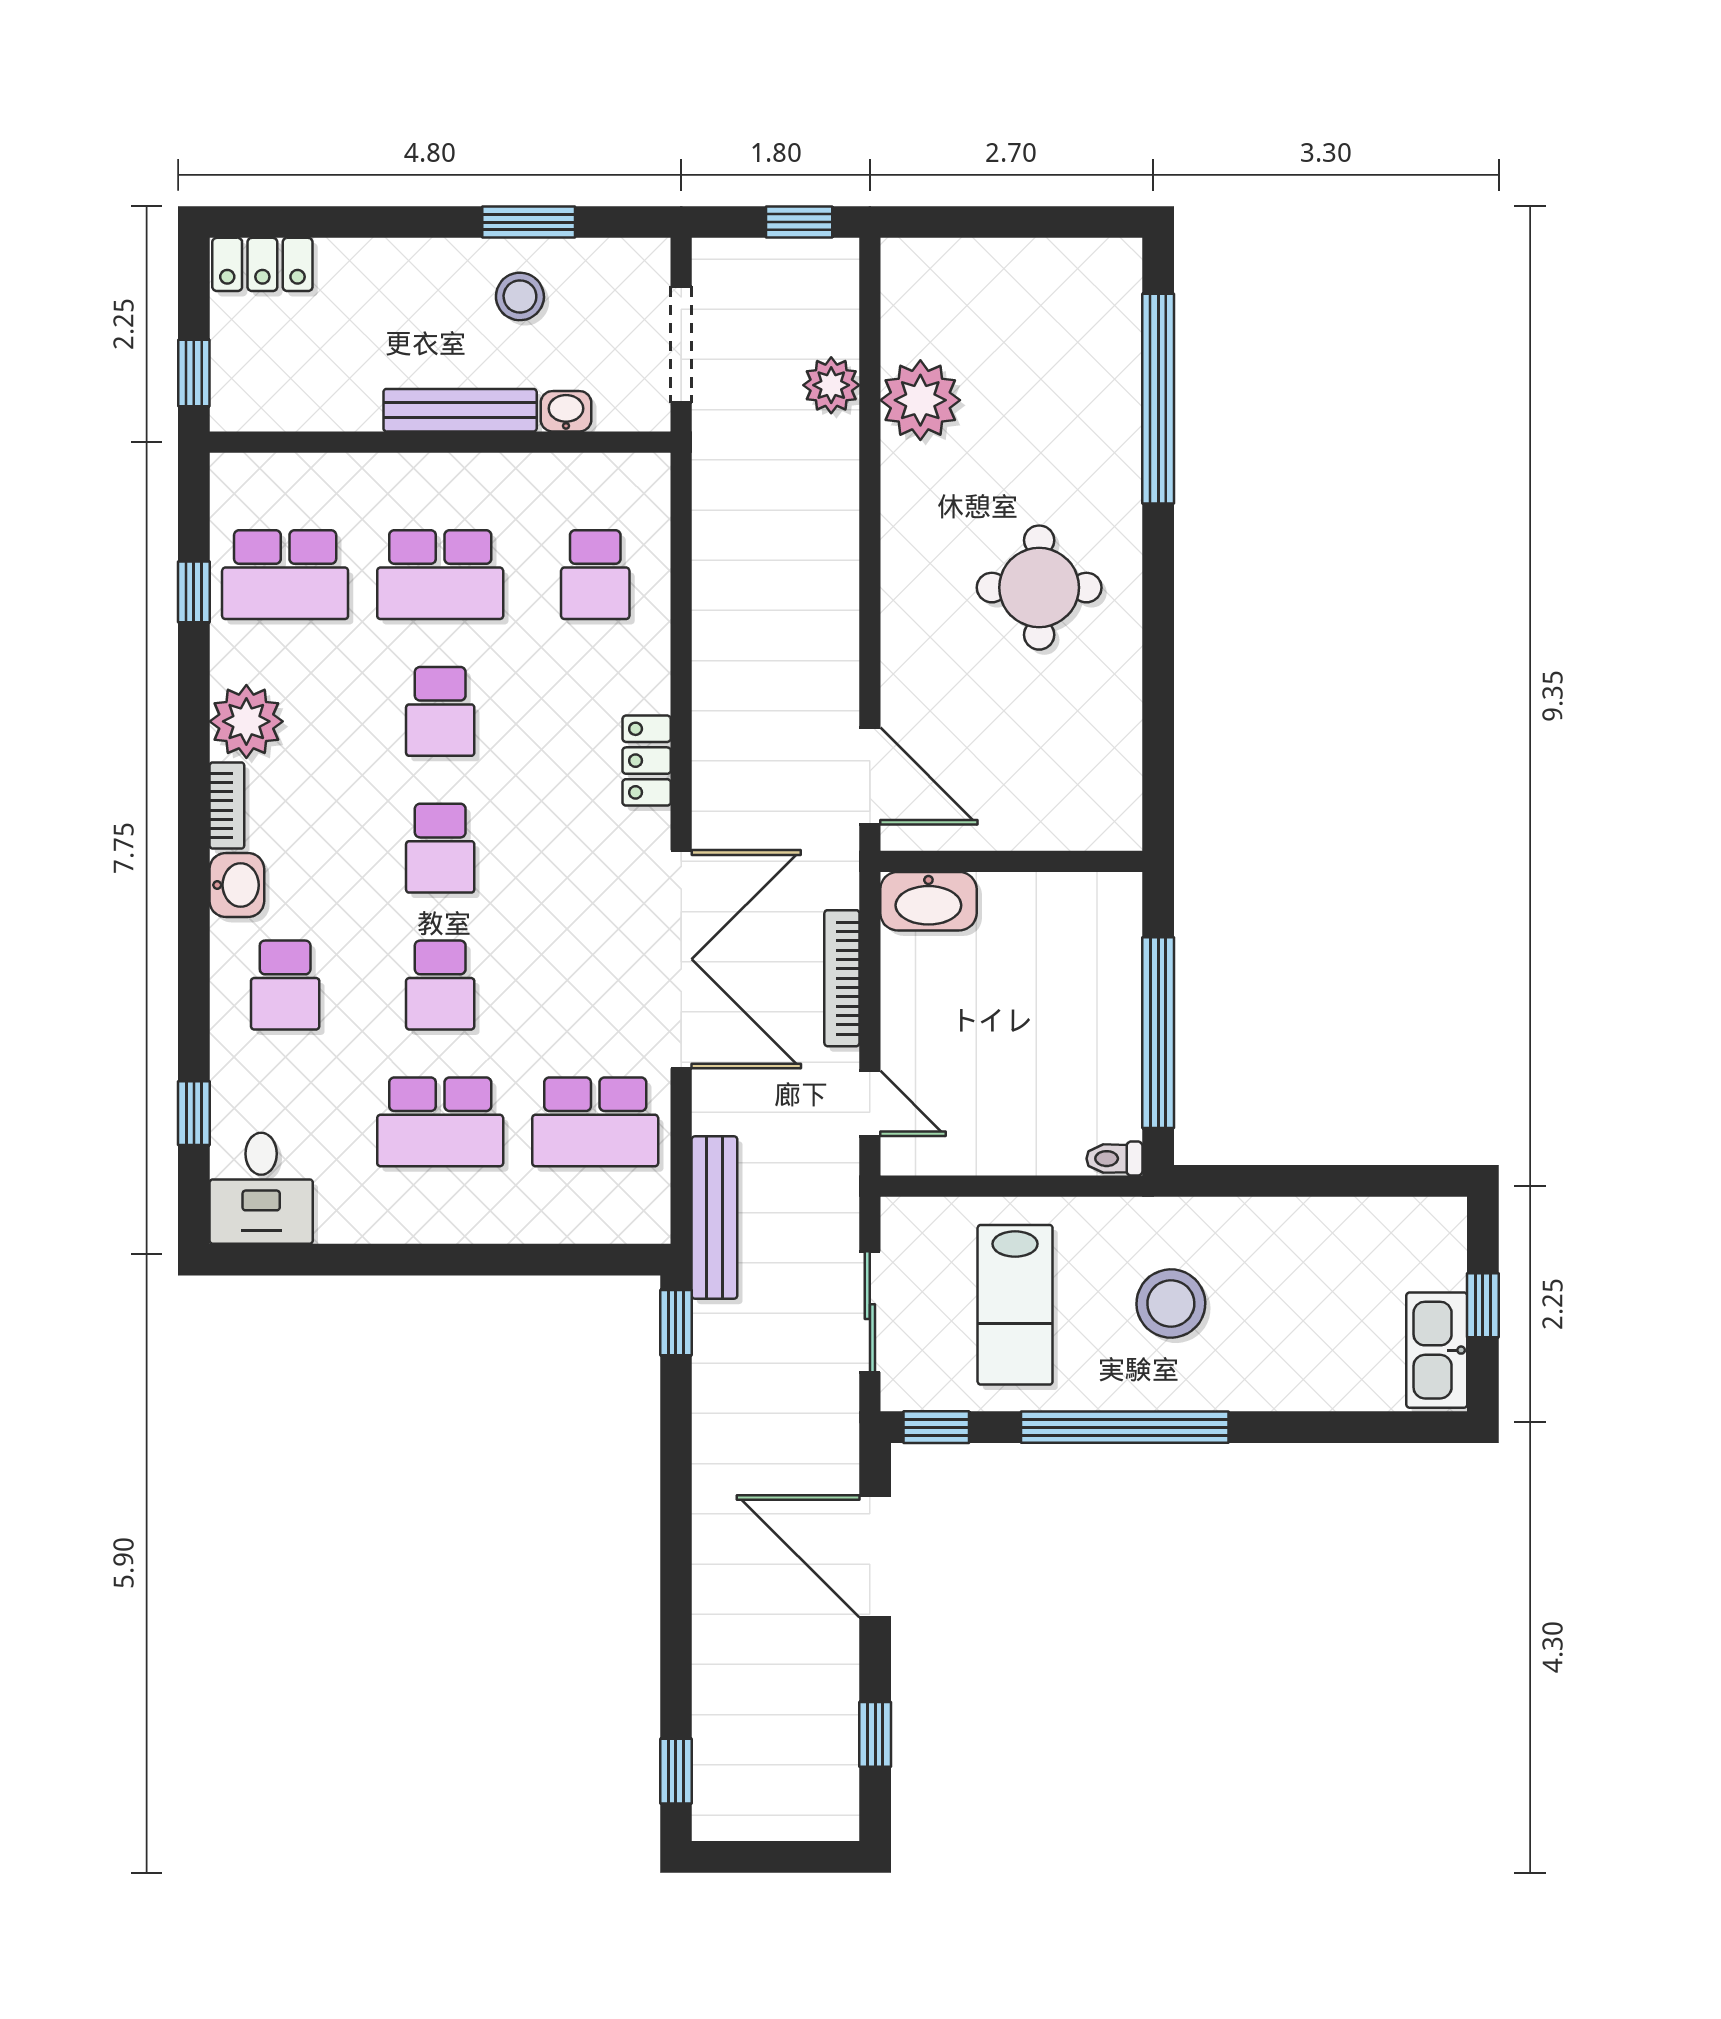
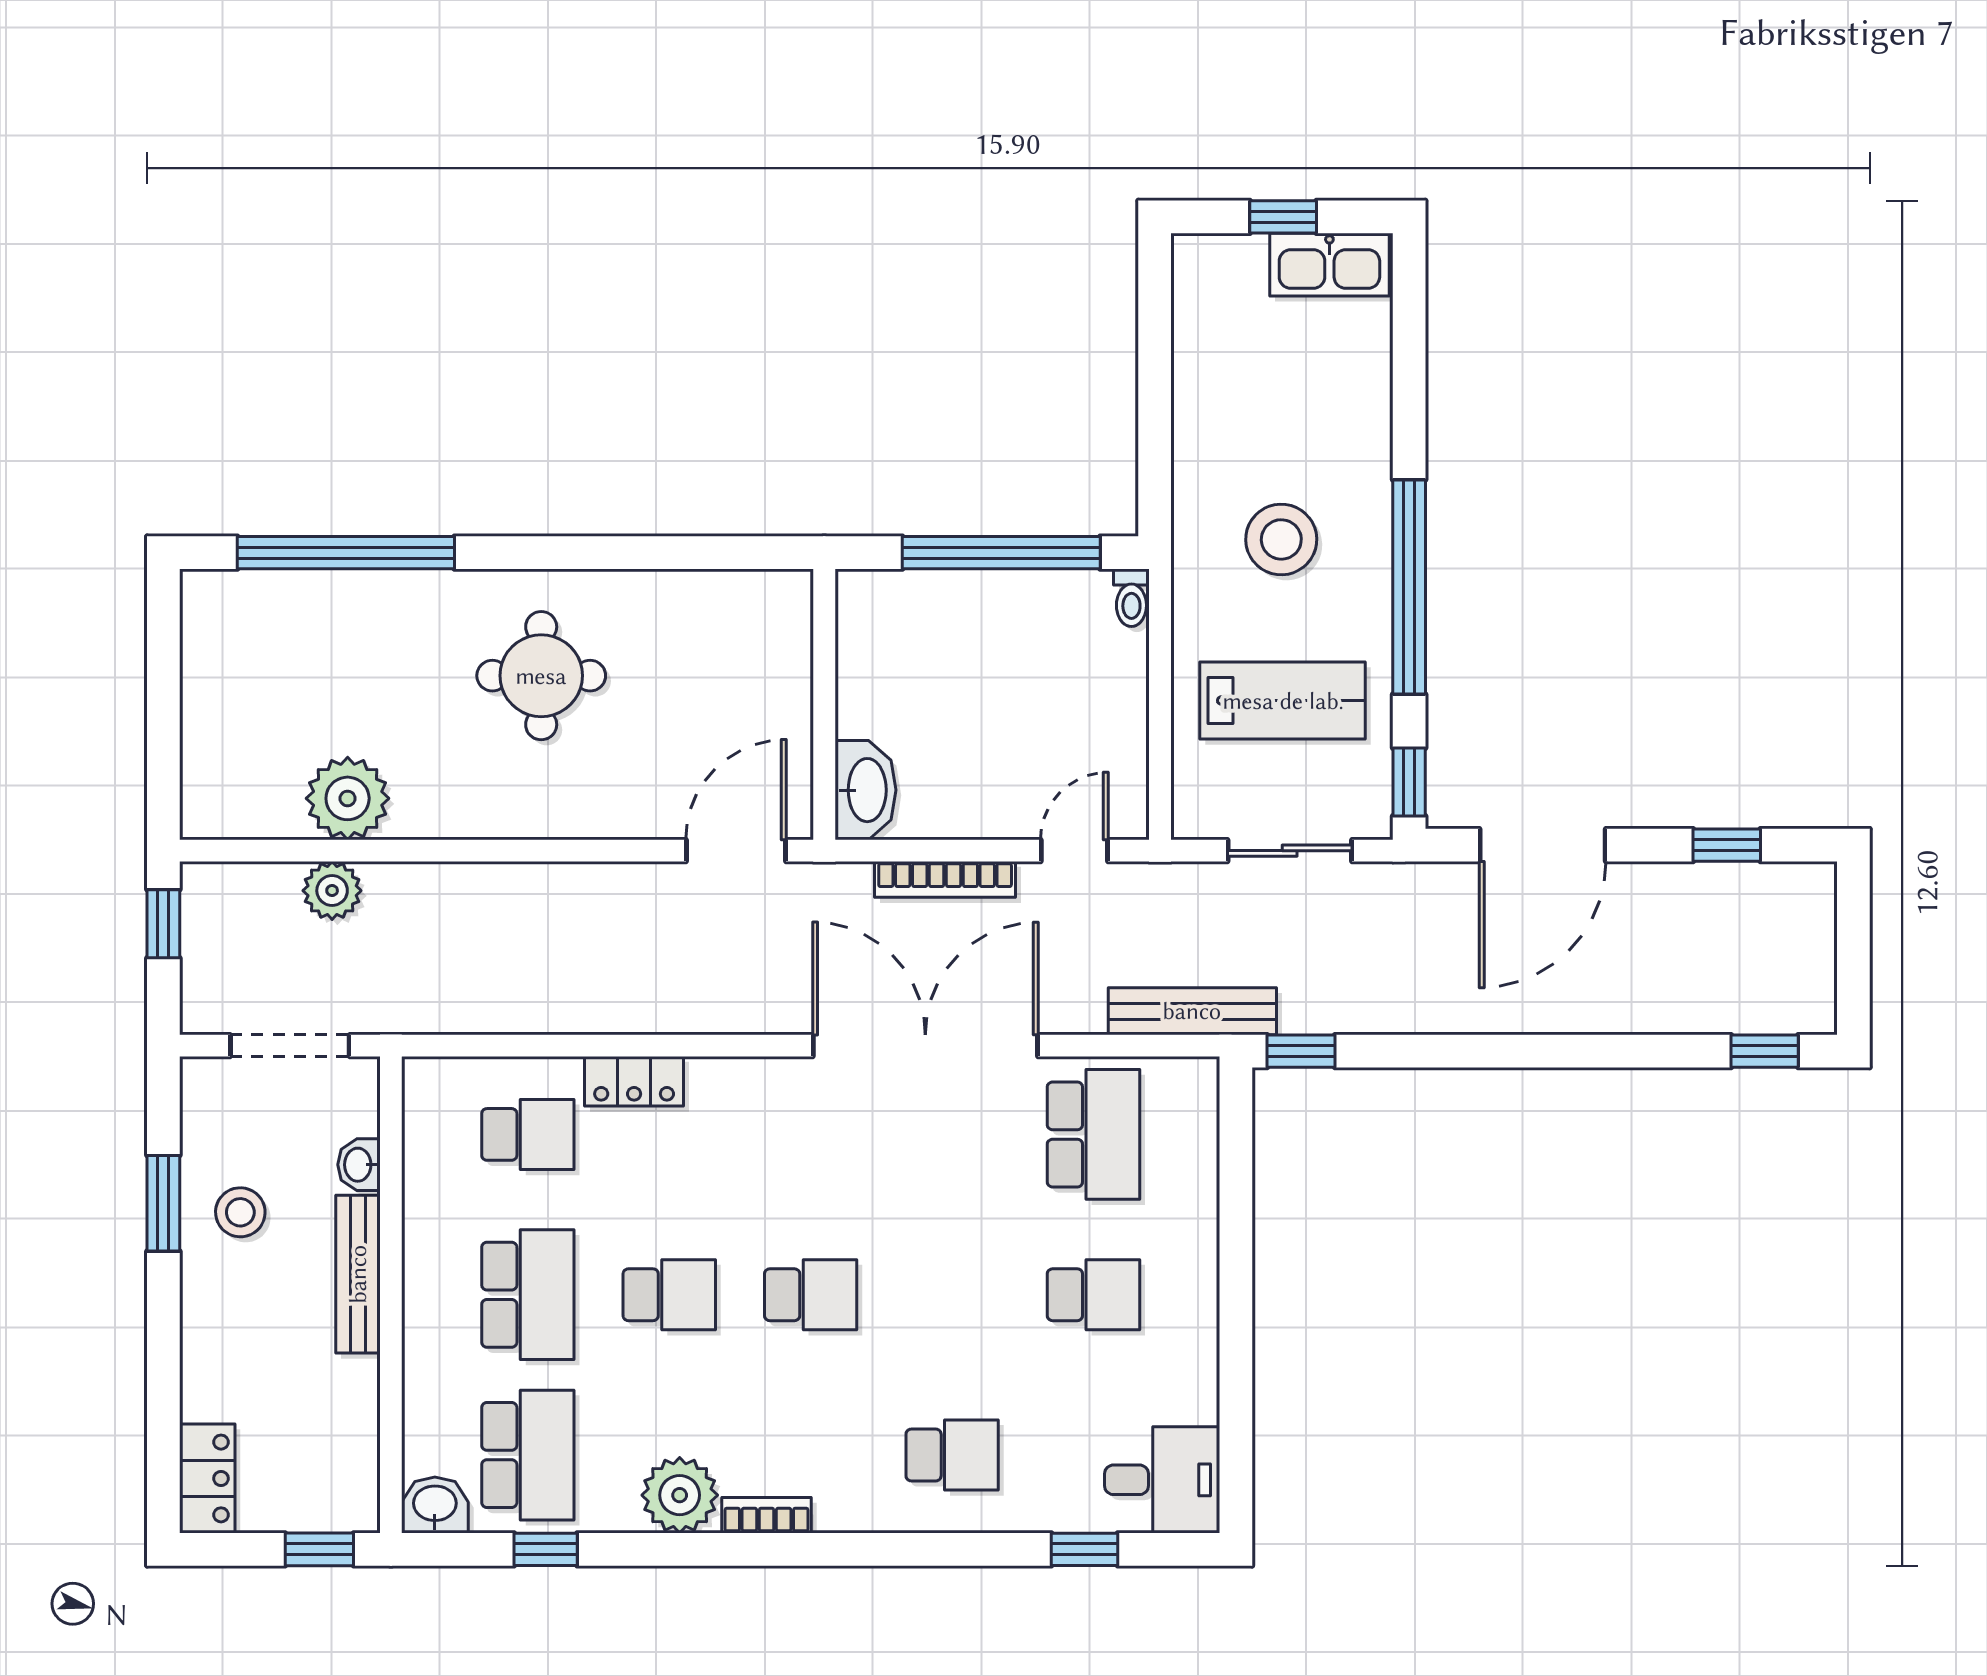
locker: (647, 761) -> (634, 1081), moved
washbasin: (237, 885) -> (435, 1505), moved
school desk: (440, 985) -> (952, 1295), removed
school desk: (440, 1122) -> (1093, 1295), width x0.54

